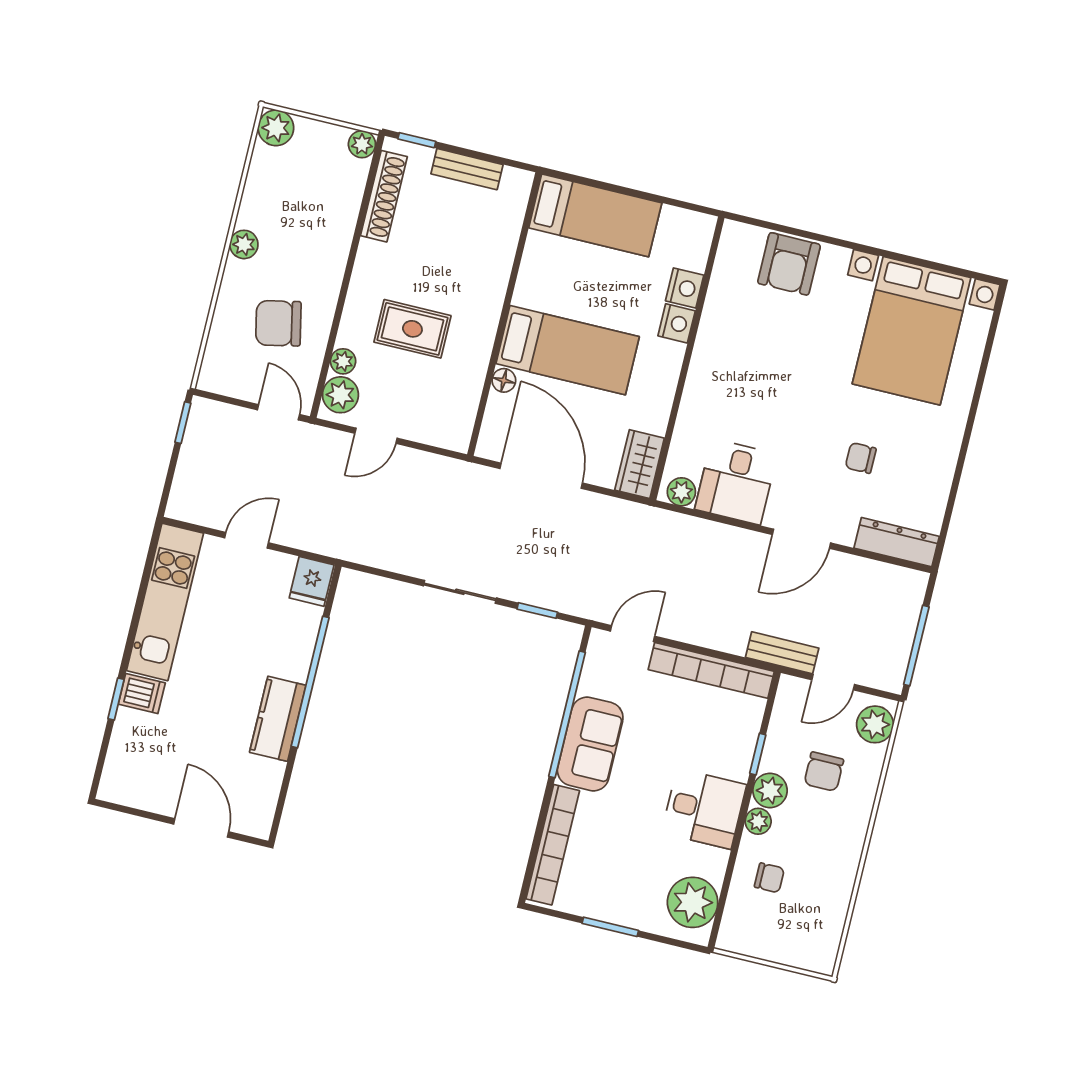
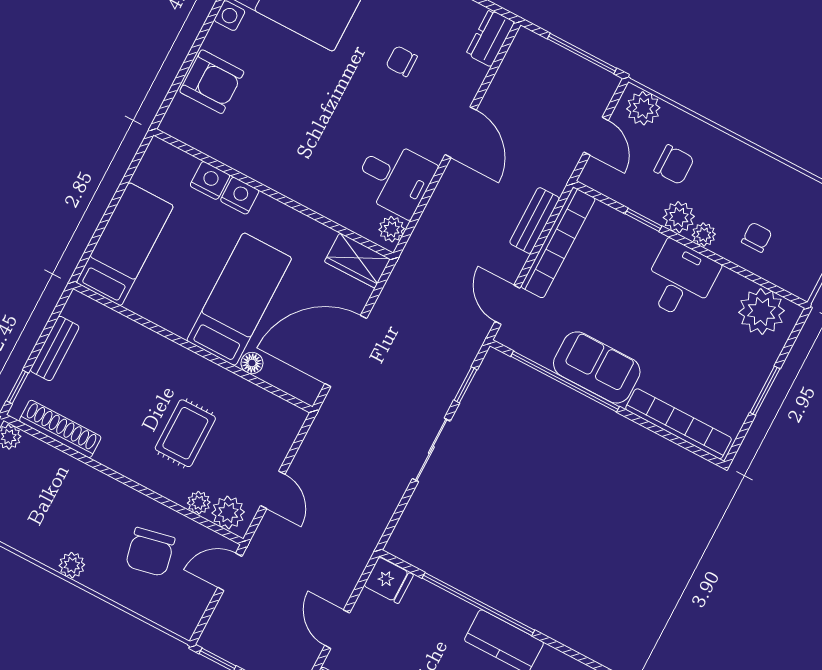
chair: (861, 458) -> (402, 61), turned 90
dresser: (897, 542) -> (490, 38), width x0.70
bench: (782, 653) -> (534, 221), moved

